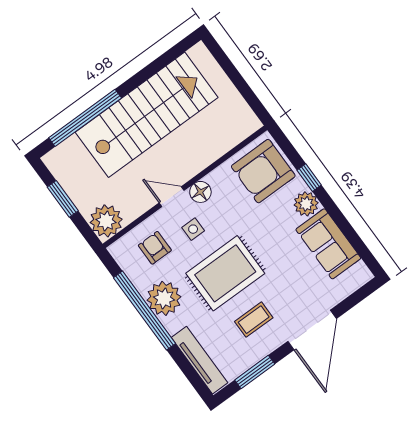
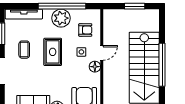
window: (85, 118) -> (162, 65), moved
plant: (106, 221) -> (112, 18), removed
rug: (225, 273) -> (53, 52), width x0.73, depth x0.70

